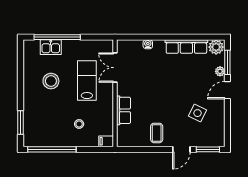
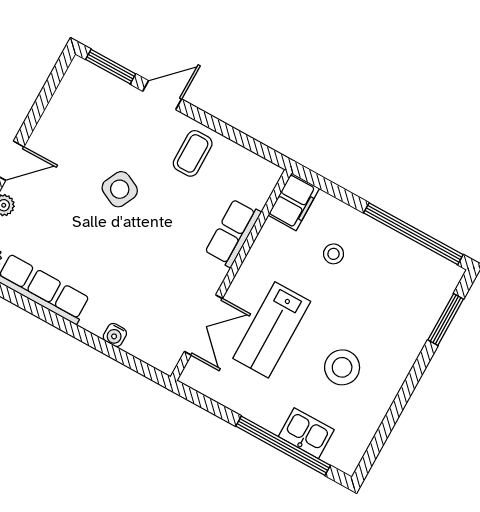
side table: (198, 113) -> (120, 189), moved
filing cabinet: (106, 141) -> (294, 202), width x2.00

